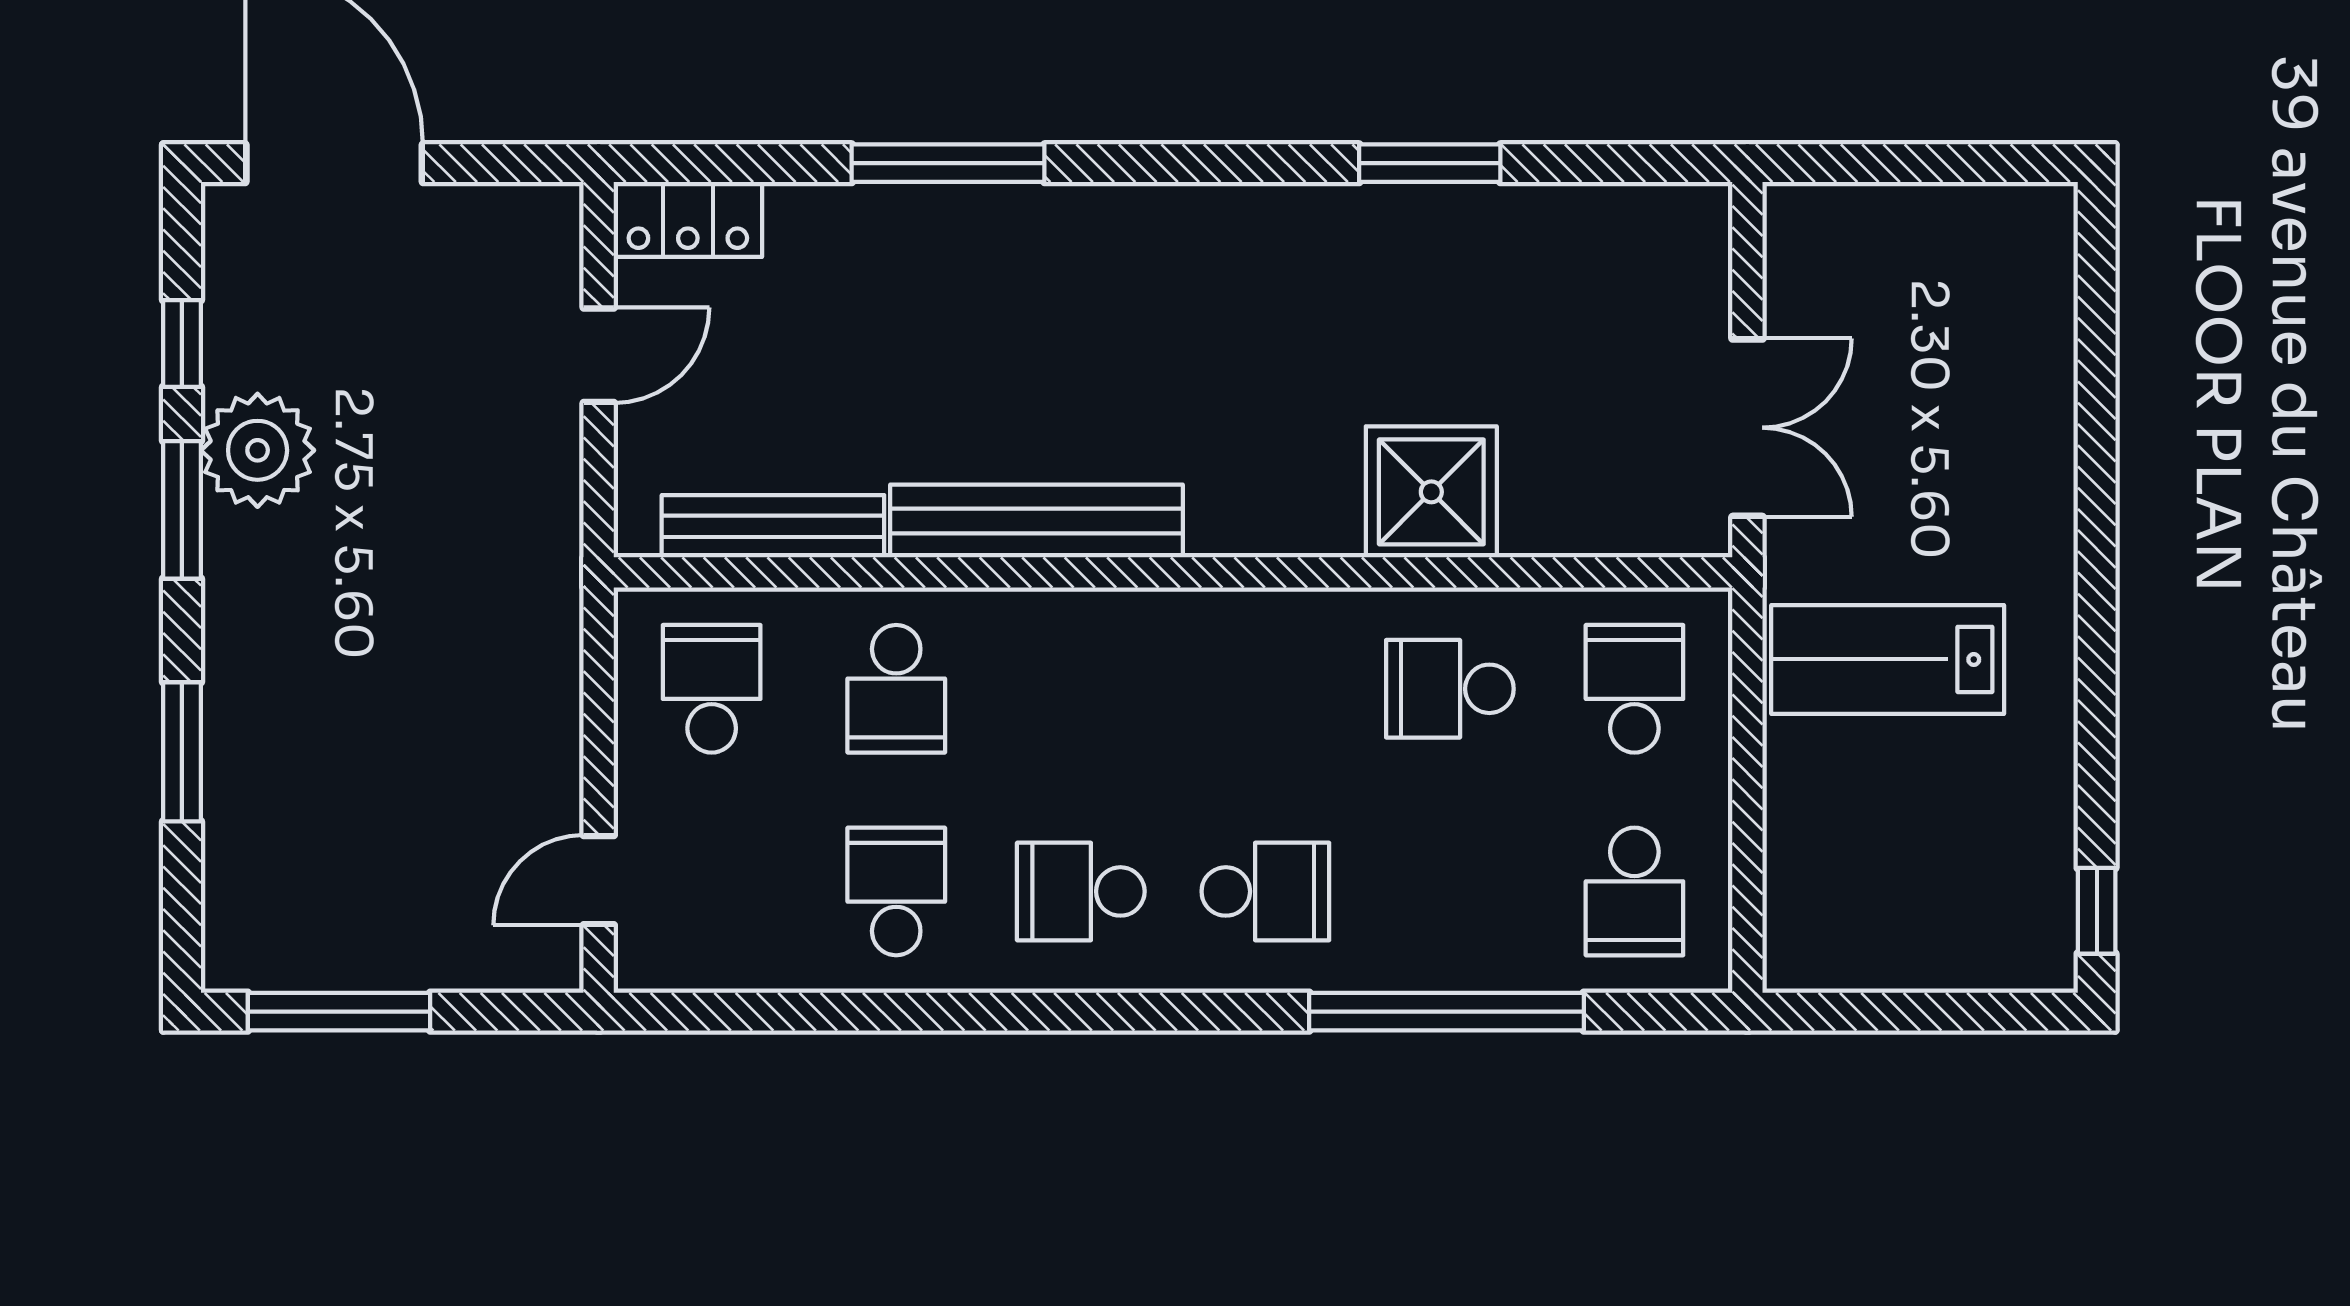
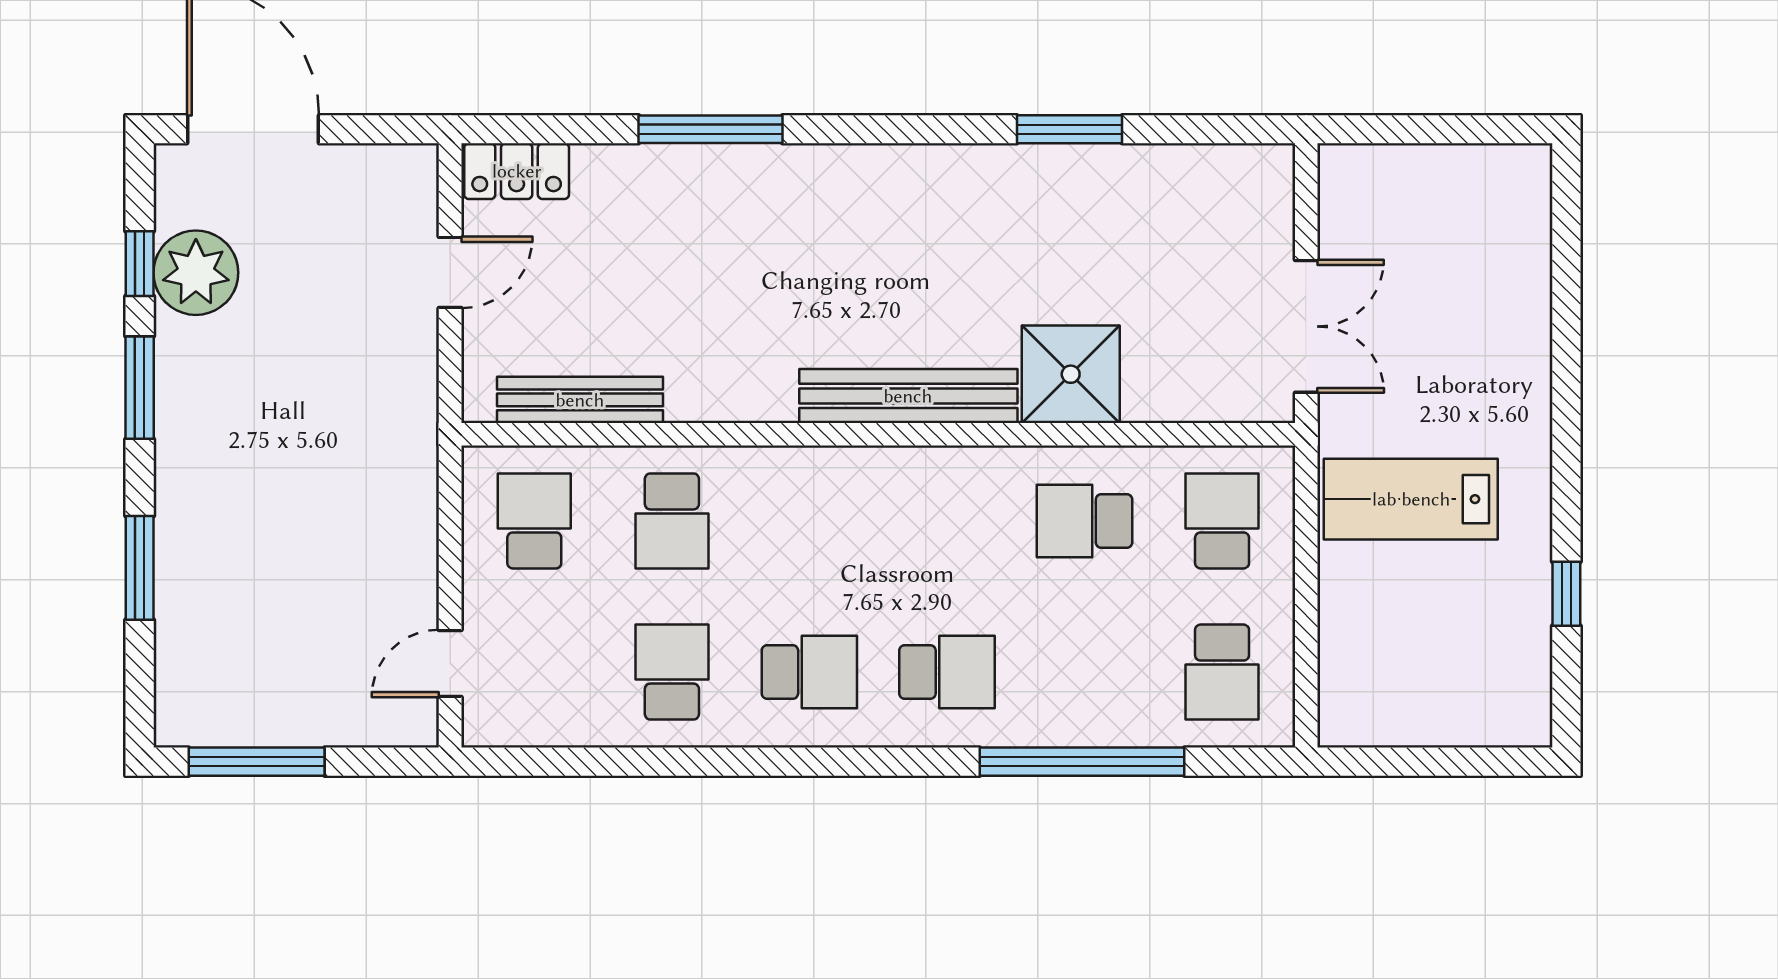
plant: (258, 450) -> (196, 273), moved
bench: (1037, 521) -> (908, 396), moved
school desk: (1081, 891) -> (809, 672), turned 180
window: (2097, 911) -> (1566, 594), moved

